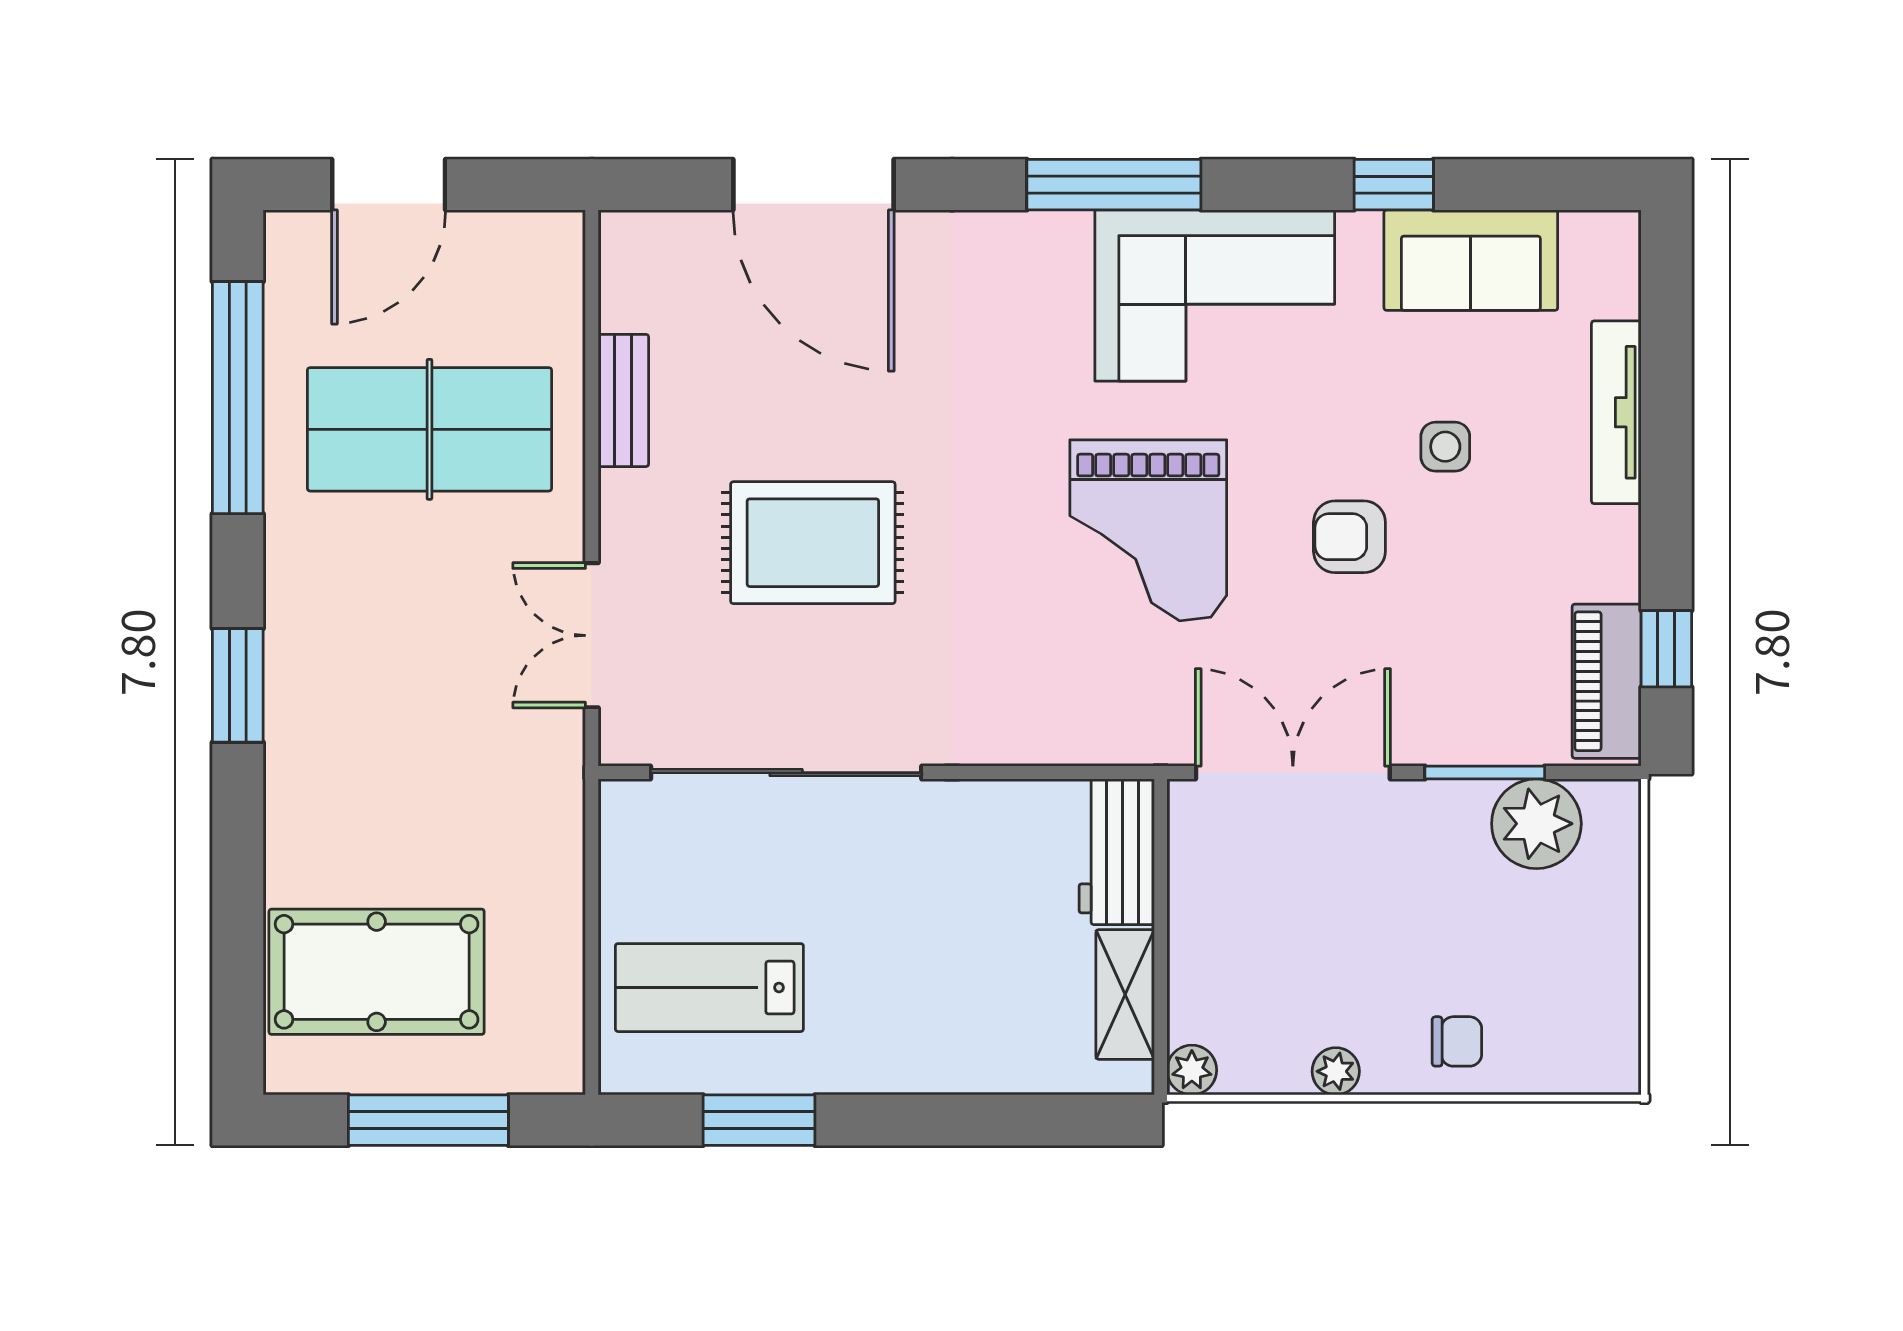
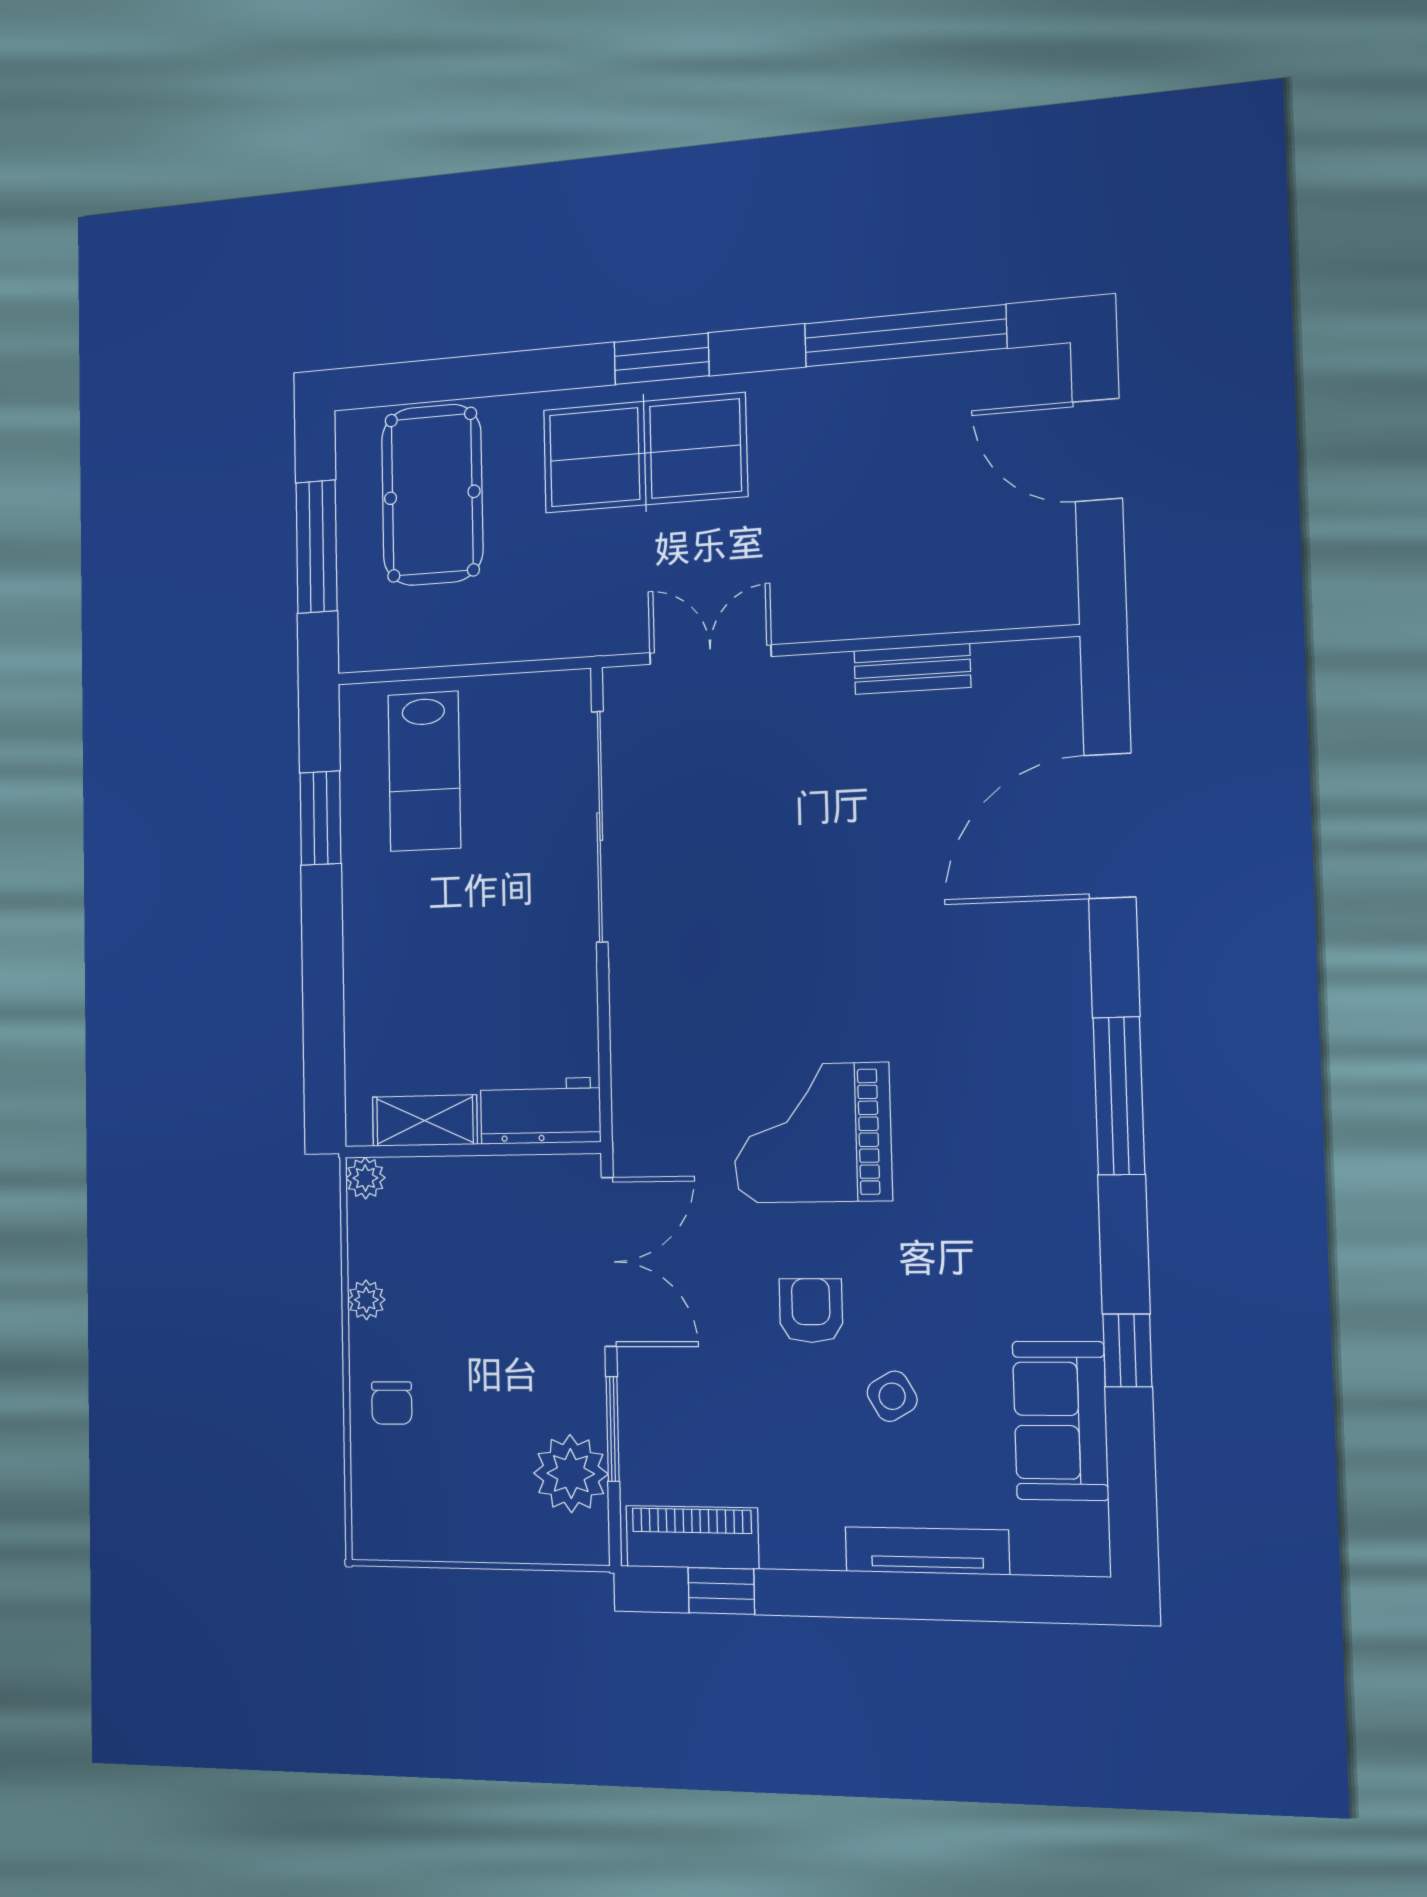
corner sofa: (1215, 296) -> (1021, 1189), removed
table tennis table: (429, 429) -> (645, 453), moved, turned 90
side table: (1445, 447) -> (892, 1396), turned -30
rug: (813, 543) -> (794, 840), removed
lab bench: (709, 988) -> (424, 771), turned 180

